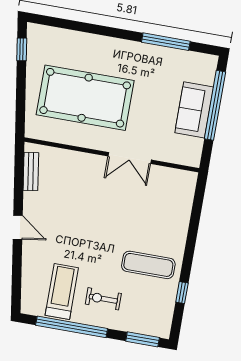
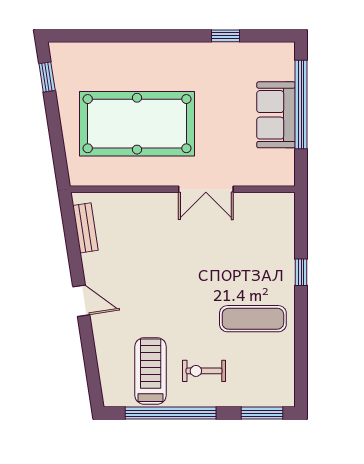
window: (166, 42) -> (225, 36), width x0.46
window: (182, 293) -> (301, 272), moved

